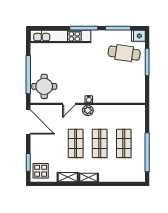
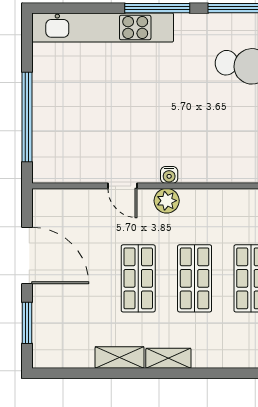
round table: (44, 86) -> (64, 145), removed
door: (69, 104) -> (122, 186), hinge flipped
door: (28, 122) -> (27, 256), moved
display table: (41, 171) -> (56, 342), removed

